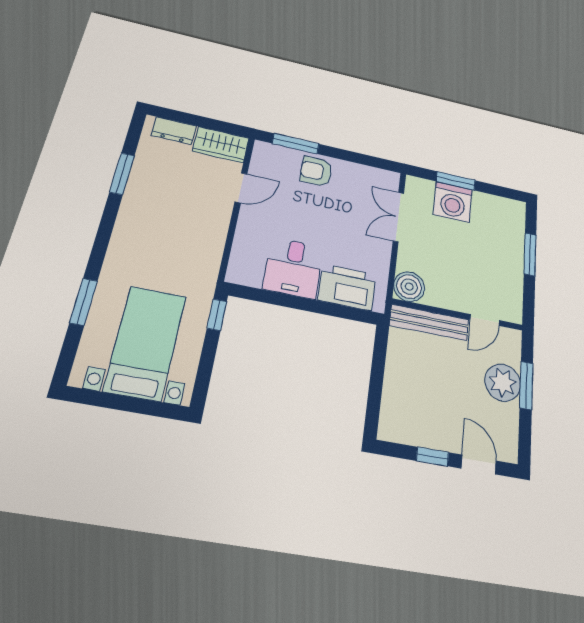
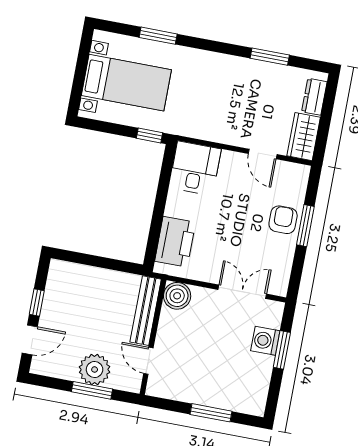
window: (296, 144) -> (305, 226), moved
washing machine: (453, 202) -> (265, 341), width x0.73, depth x0.73
desk: (293, 268) -> (195, 168), moved, turned 90

